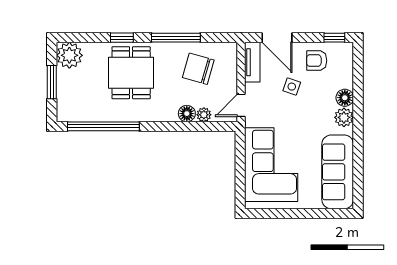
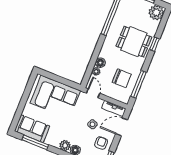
window: (176, 38) -> (139, 84), moved
chair: (198, 69) -> (122, 78), turned 74
window: (358, 168) -> (35, 142), added
sofa: (338, 172) -> (32, 129), width x0.73

